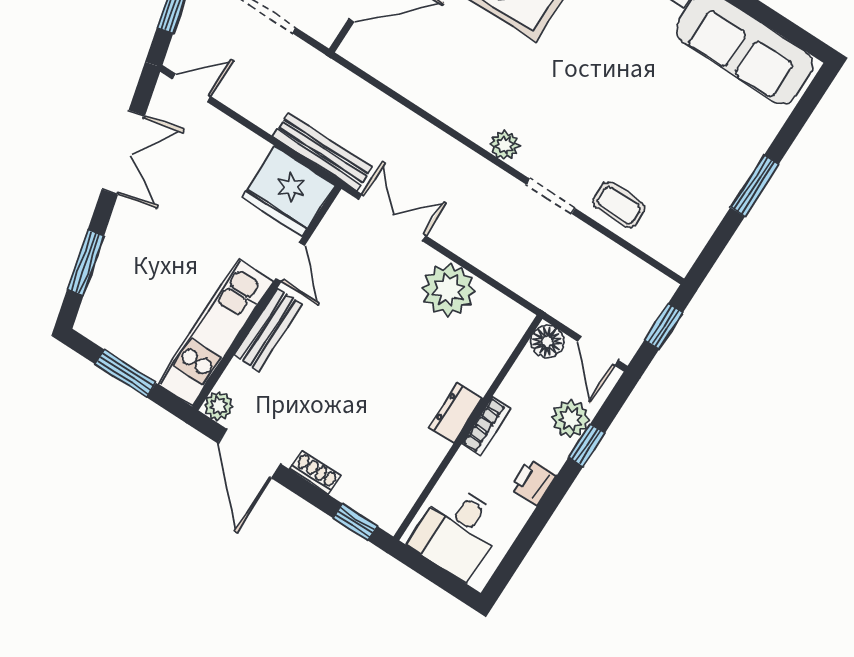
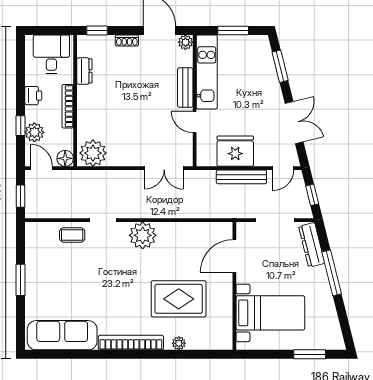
plant: (505, 145) -> (143, 235), width x1.88, depth x1.88
double door: (123, 152) -> (294, 123), swing flipped
bench: (323, 152) -> (241, 177), moved
fridge: (289, 191) -> (235, 151), moved
plant: (448, 290) -> (93, 153), moved
dresser: (456, 413) -> (84, 71), moved
bookcase: (486, 426) -> (68, 106), width x1.56

